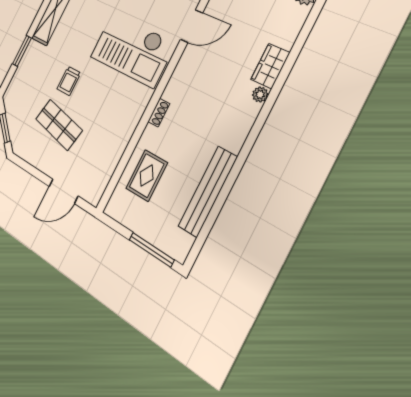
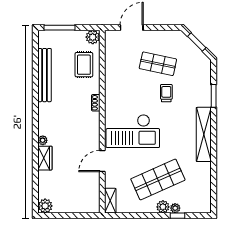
checkout: (132, 50) -> (133, 131), turned 180
plant: (116, 208) -> (93, 37), added

